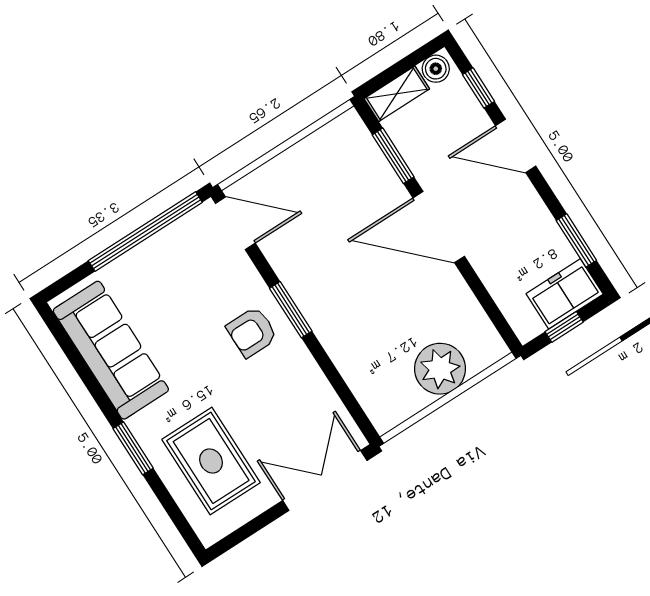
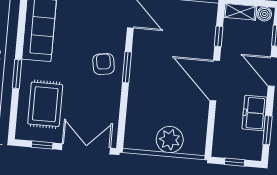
window: (393, 156) -> (219, 36), width x0.67
freezer: (565, 294) -> (254, 113), moved, turned -90
armchair: (252, 332) -> (104, 64), turned 81
window: (254, 526) -> (42, 145), added

